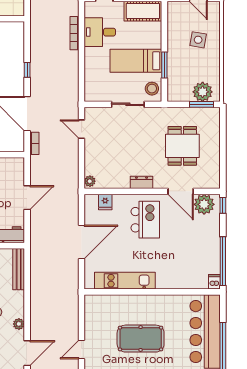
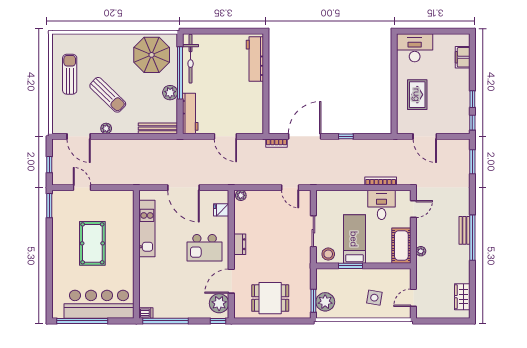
door: (82, 129) -> (290, 188), swing flipped
dining table: (182, 146) -> (270, 298), moved

